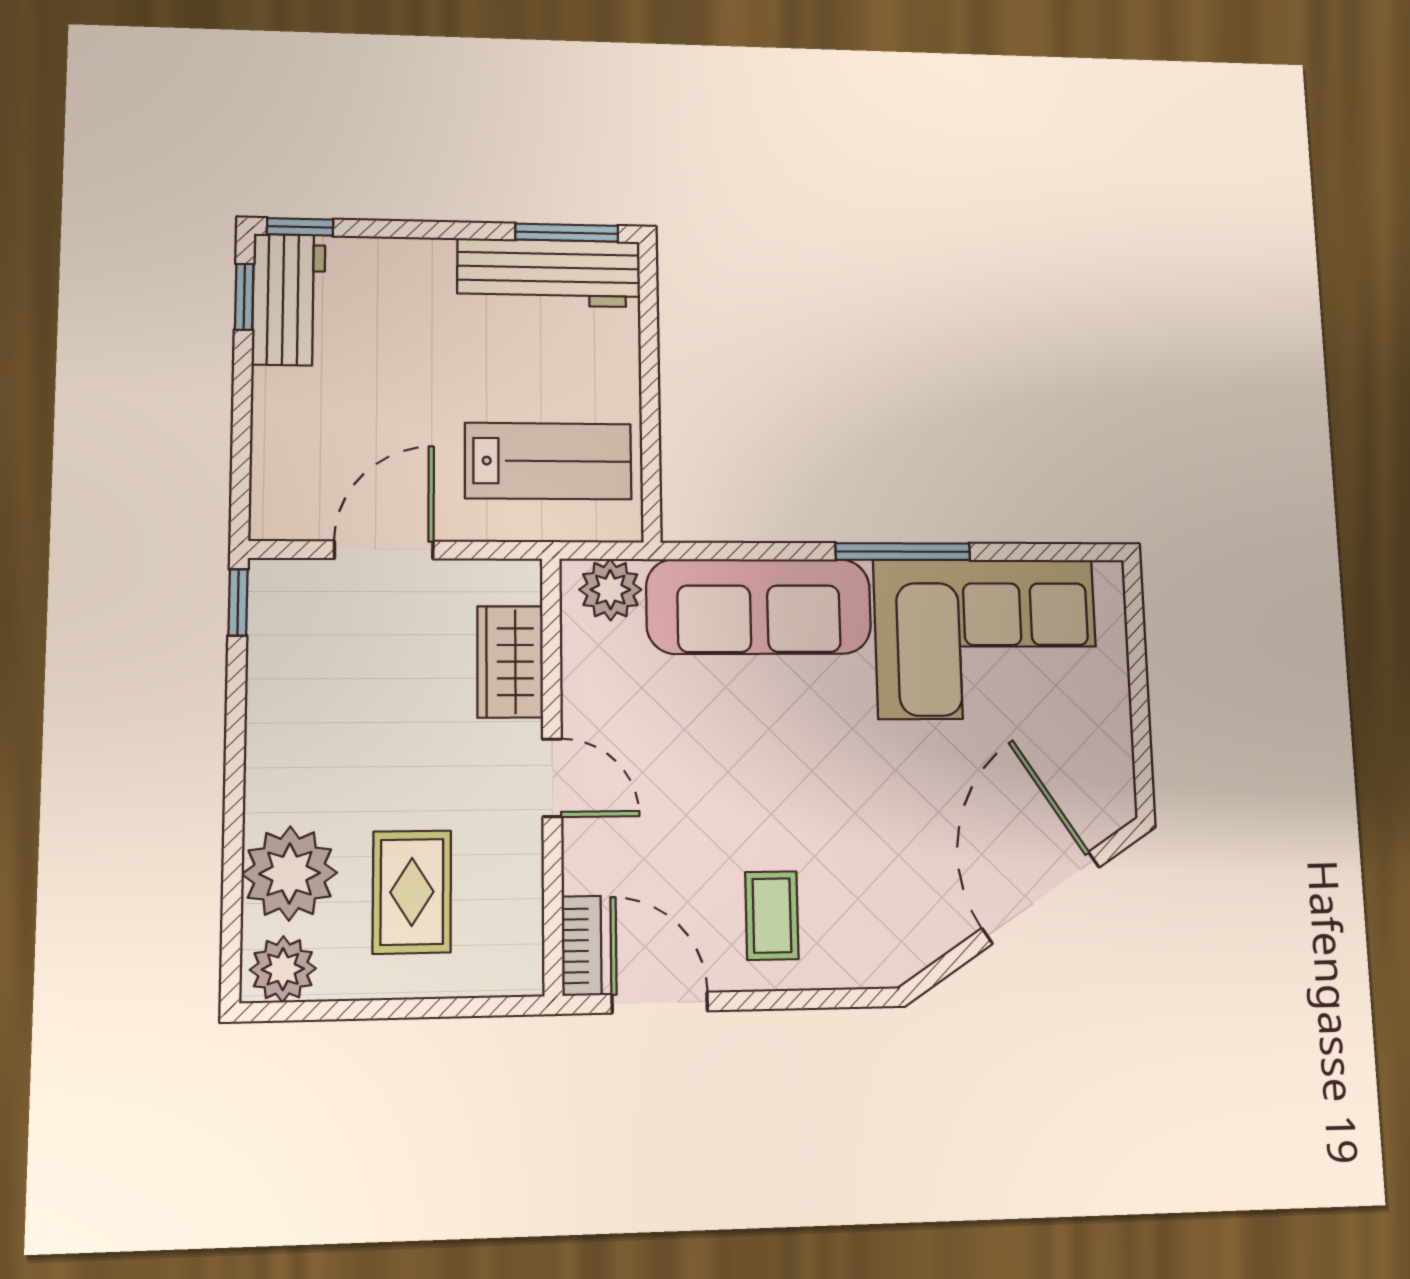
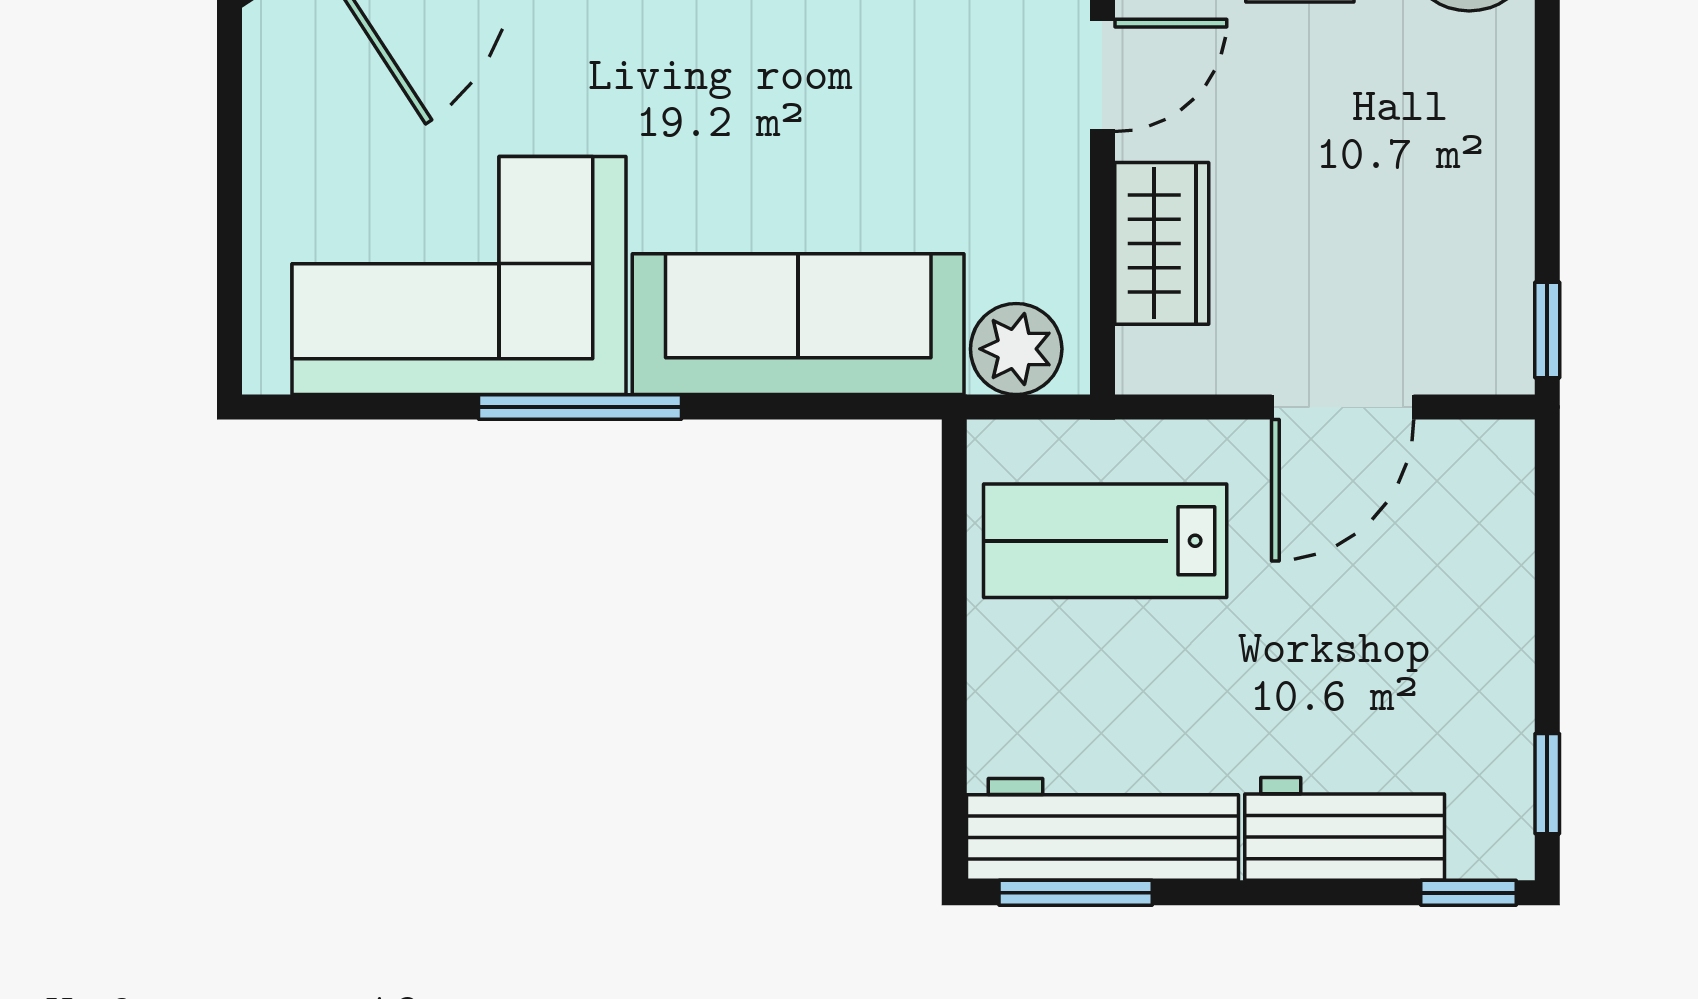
workbench: (289, 299) -> (1345, 829), moved, turned 90
door: (552, 778) -> (1102, 75), swing flipped

